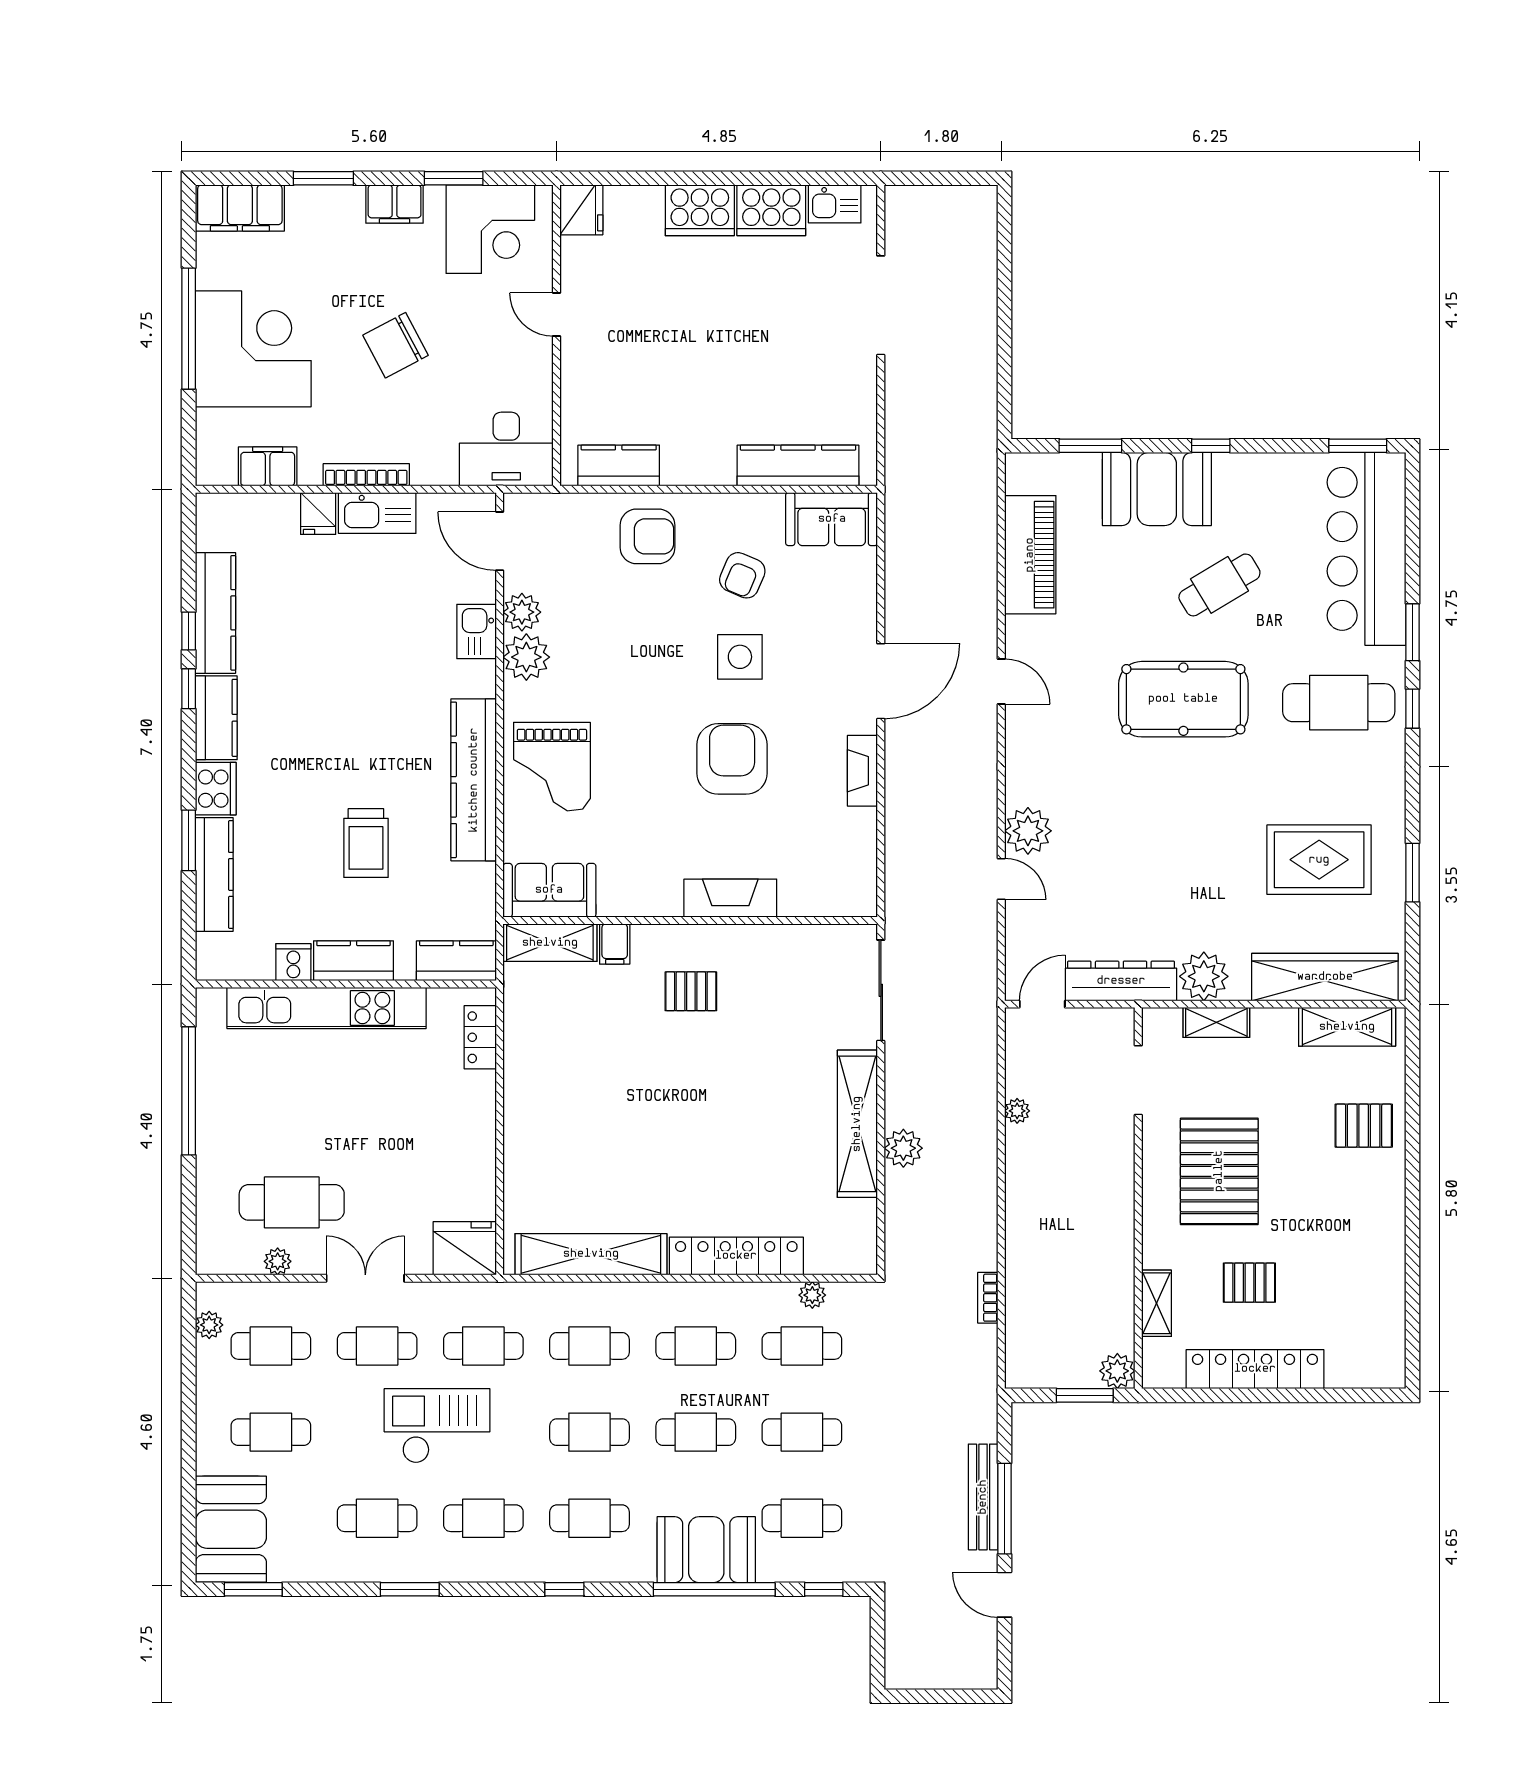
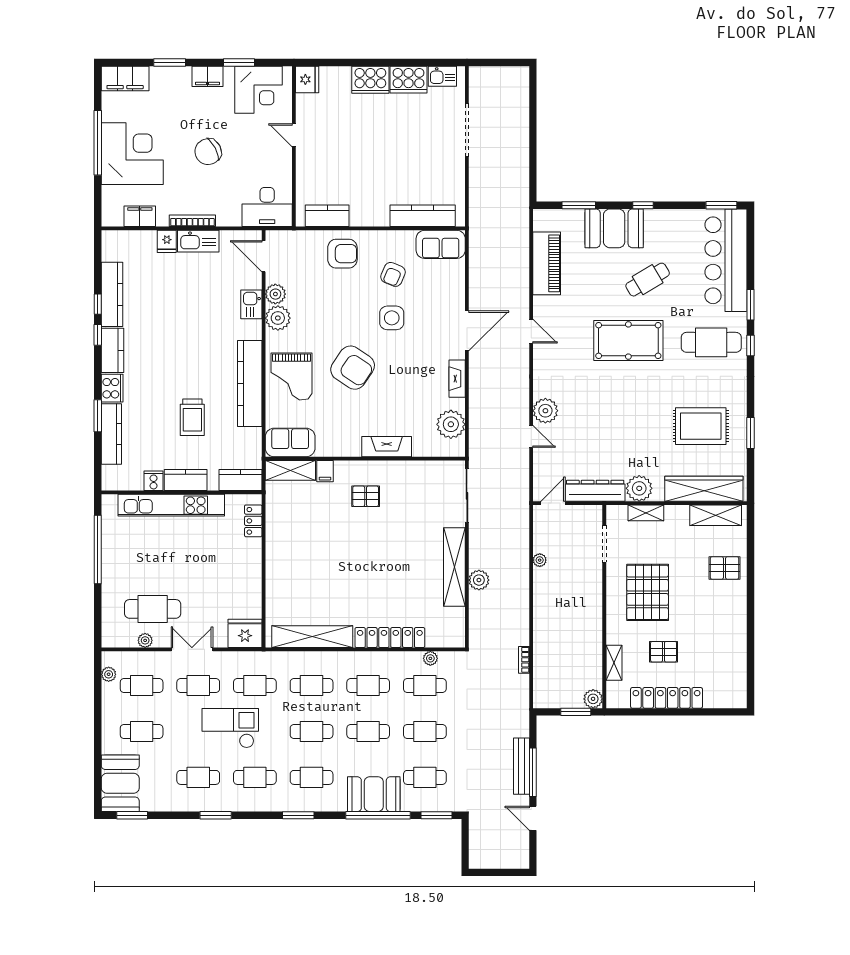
armchair: (732, 759) -> (353, 368), moved, turned 124
plant: (851, 856) -> (451, 424), added
window: (564, 1589) -> (298, 815), width x1.50
window: (824, 1589) -> (437, 815), width x1.50

